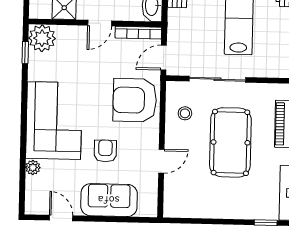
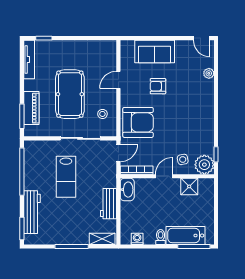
side table: (73, 46) -> (183, 159), added
corner sofa: (54, 121) -> (195, 107), removed
armchair: (105, 151) -> (158, 86), turned 90
door: (61, 218) -> (202, 38), moved

